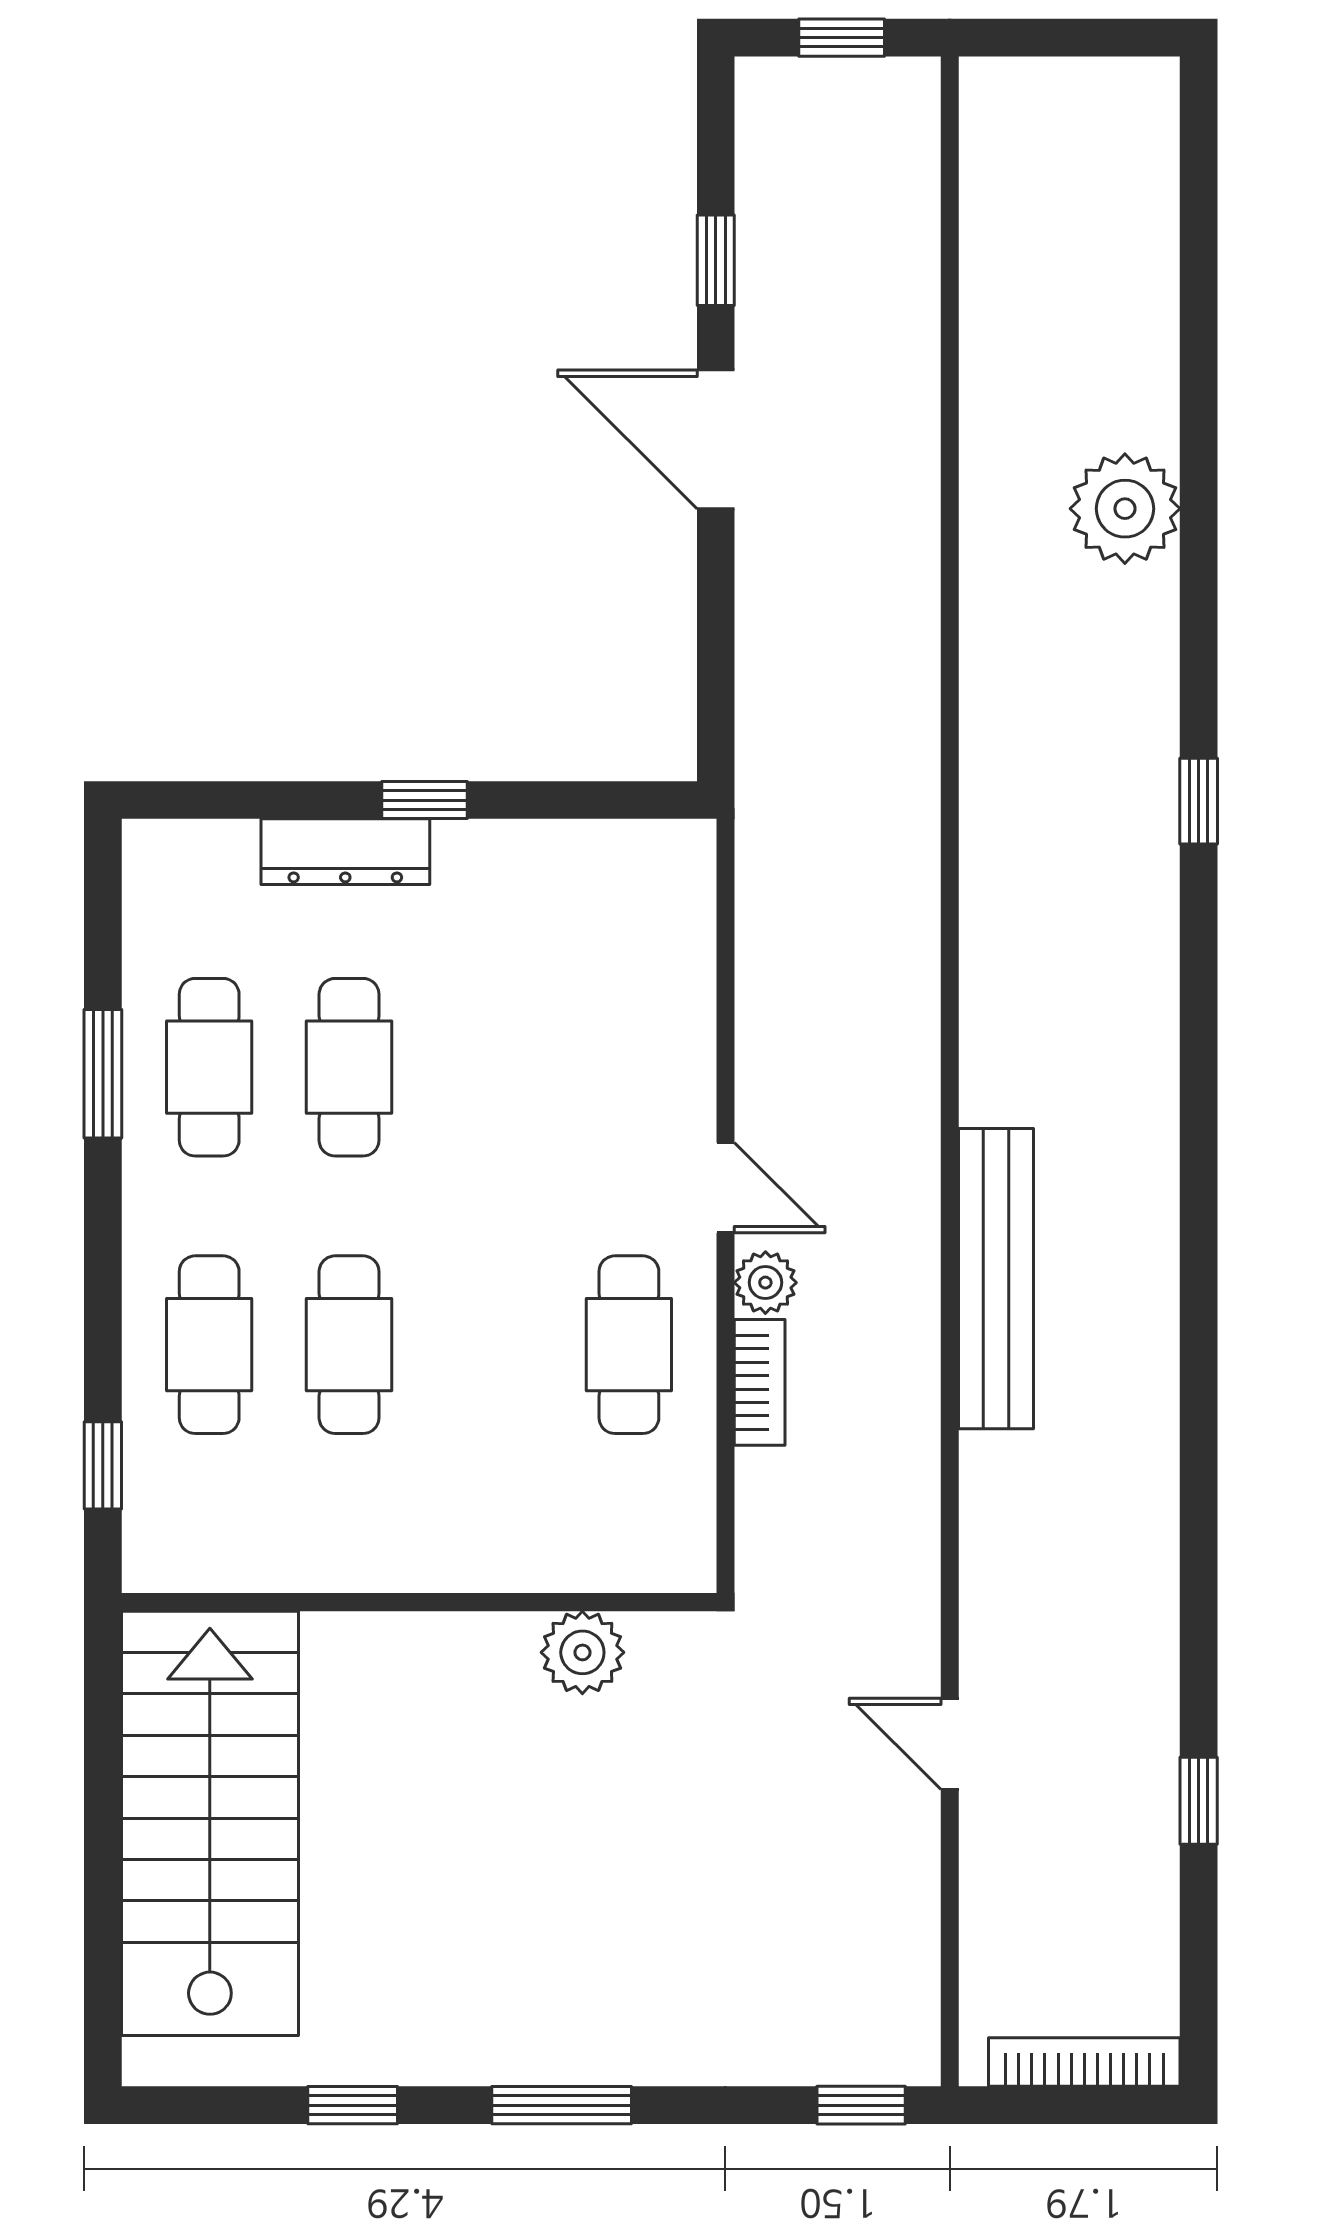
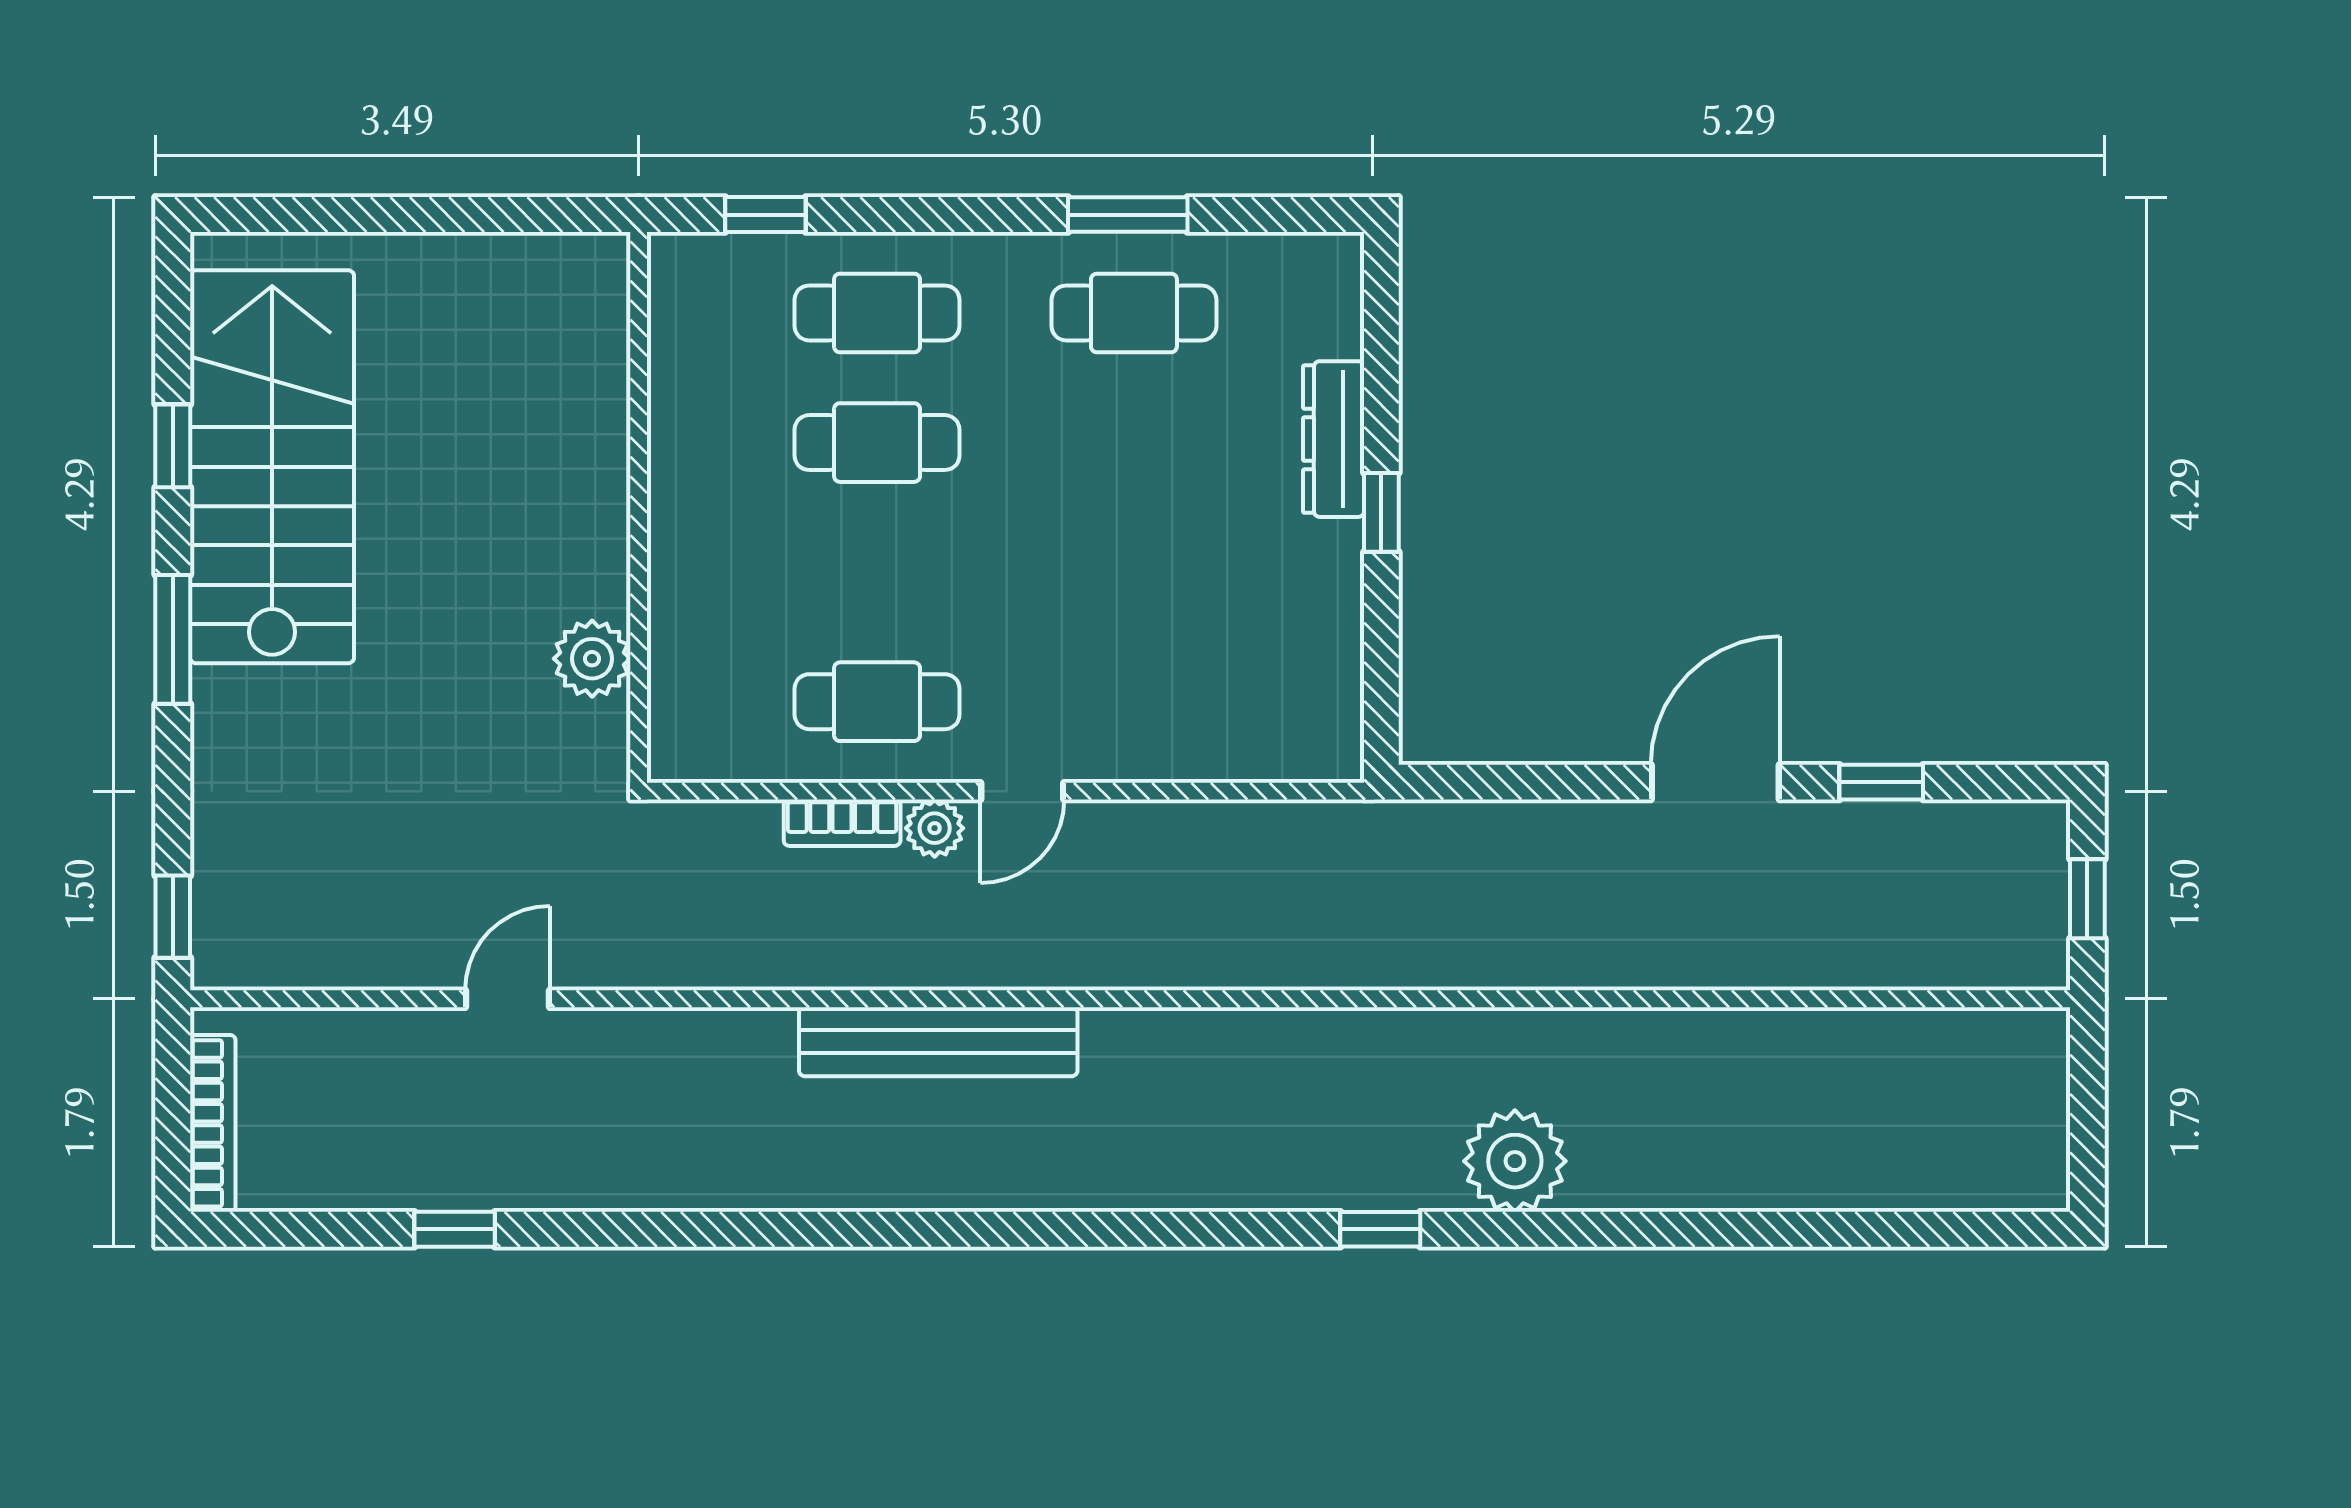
plant: (1125, 509) -> (1515, 1161), moved
cafe table: (349, 1067) -> (1134, 443), removed
stairs: (210, 1823) -> (272, 467), moved, turned -90

